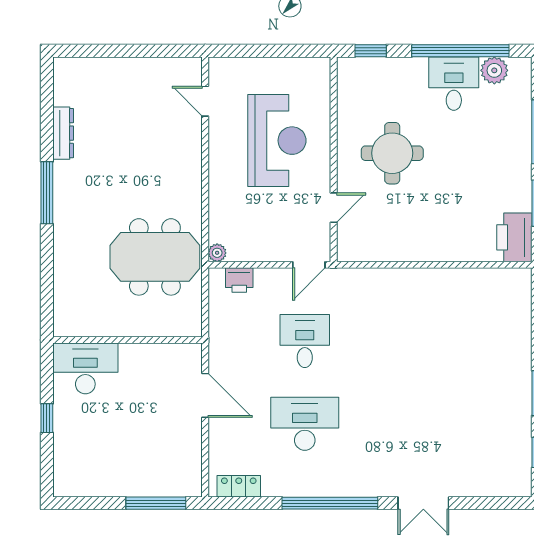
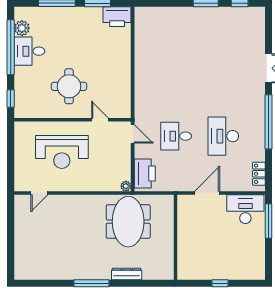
dresser: (63, 133) -> (127, 274), moved
reception desk: (277, 141) -> (62, 152), turned 180
printer: (239, 280) -> (145, 174), width x1.87, depth x1.48
desk: (85, 368) -> (245, 209), moved, turned 90

